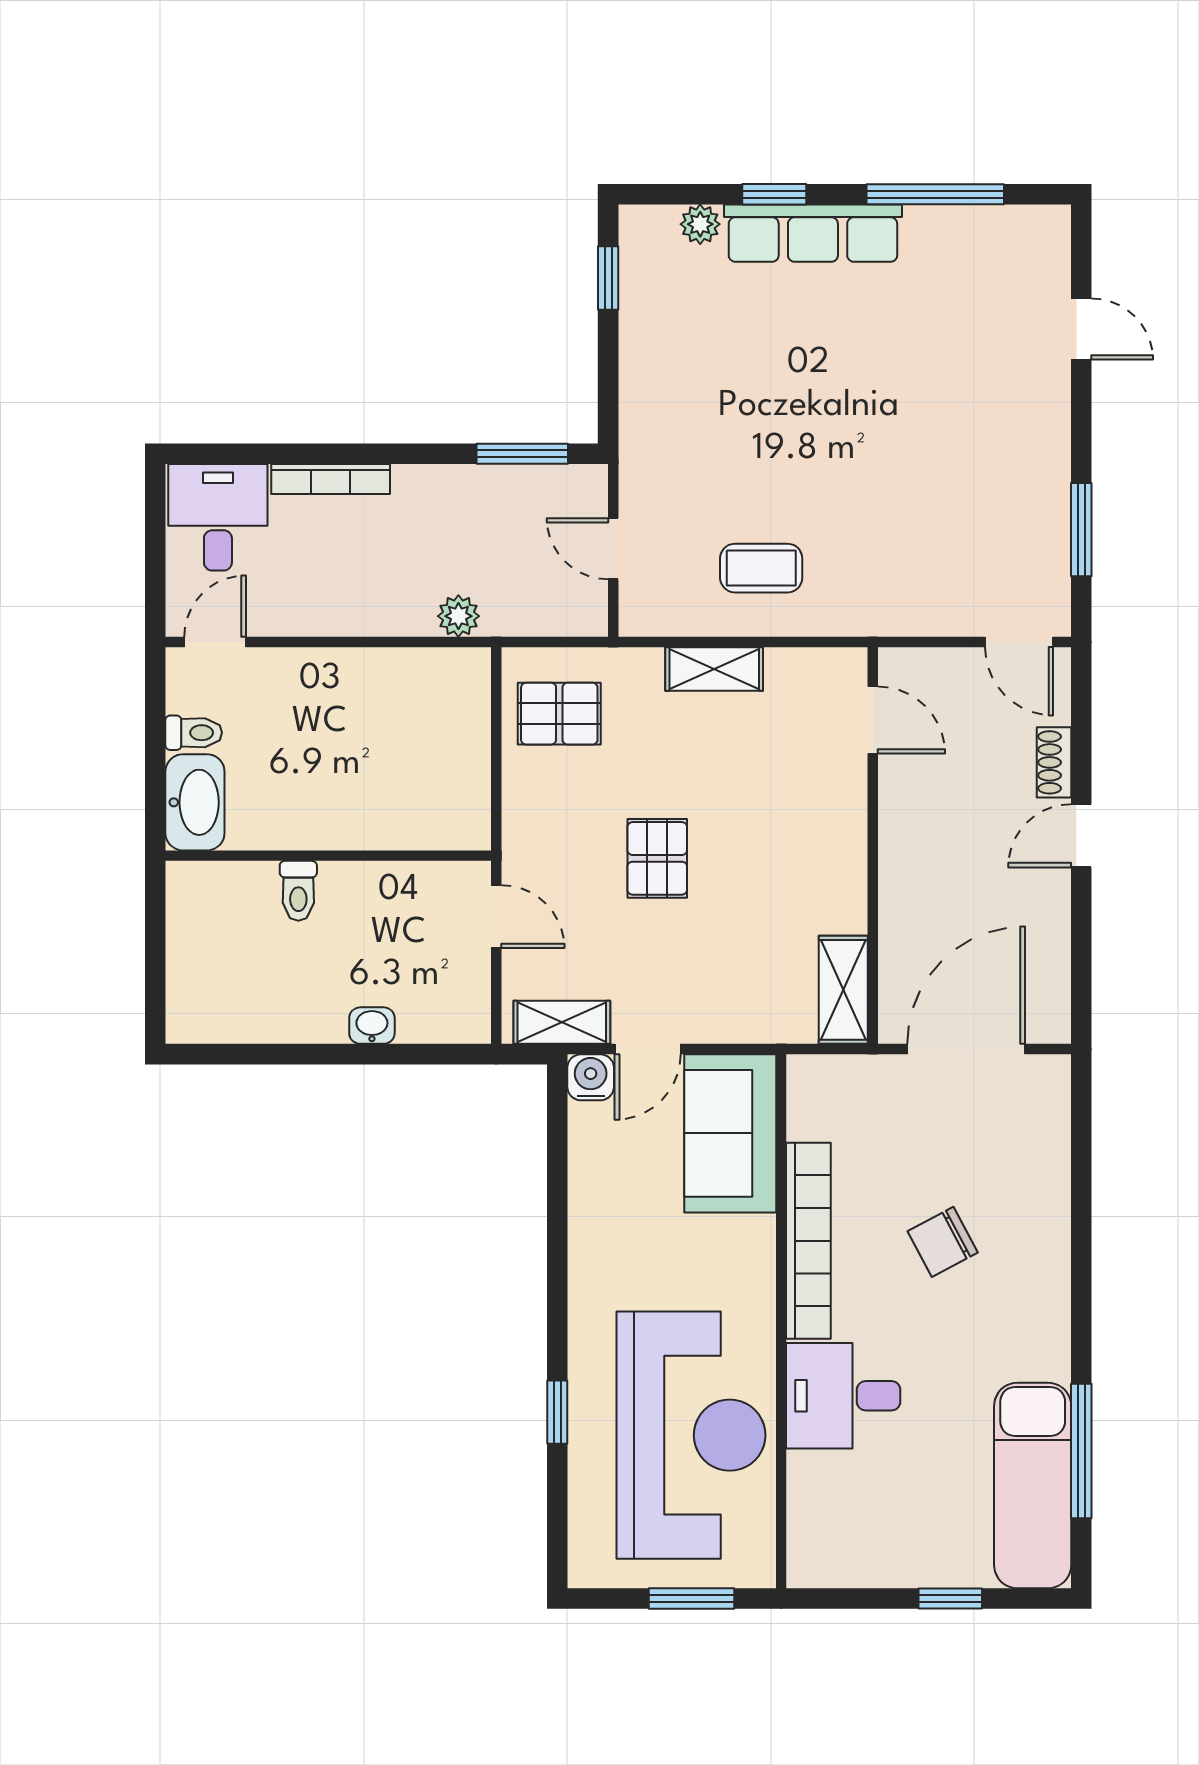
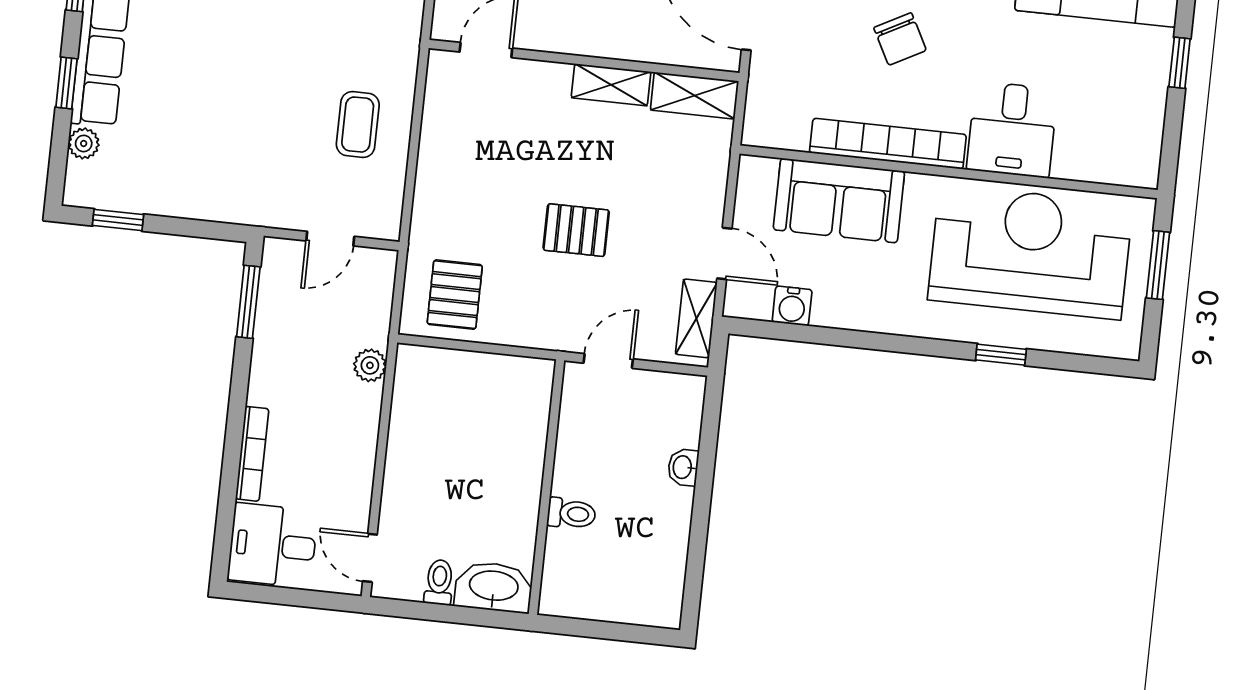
shelving: (714, 669) -> (611, 85), moved, turned 90
water cooler: (591, 1077) -> (792, 306), moved, turned -90
sofa: (730, 1133) -> (839, 200), moved

